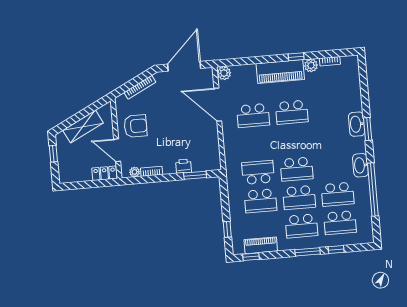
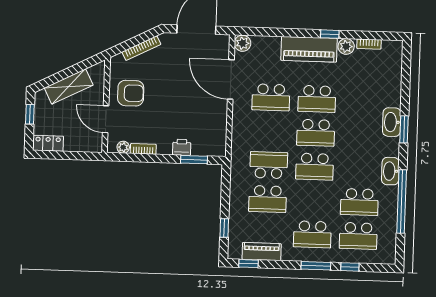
locker: (104, 173) -> (48, 143), moved
school desk: (299, 198) -> (316, 133), moved

